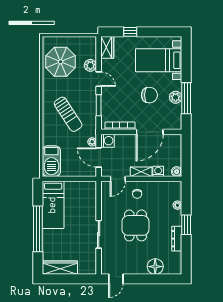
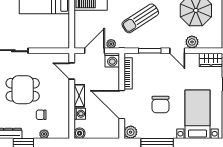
door: (99, 79) -> (177, 51), hinge flipped
plant: (176, 97) -> (131, 132), moved
chair: (137, 194) -> (41, 115), moved

